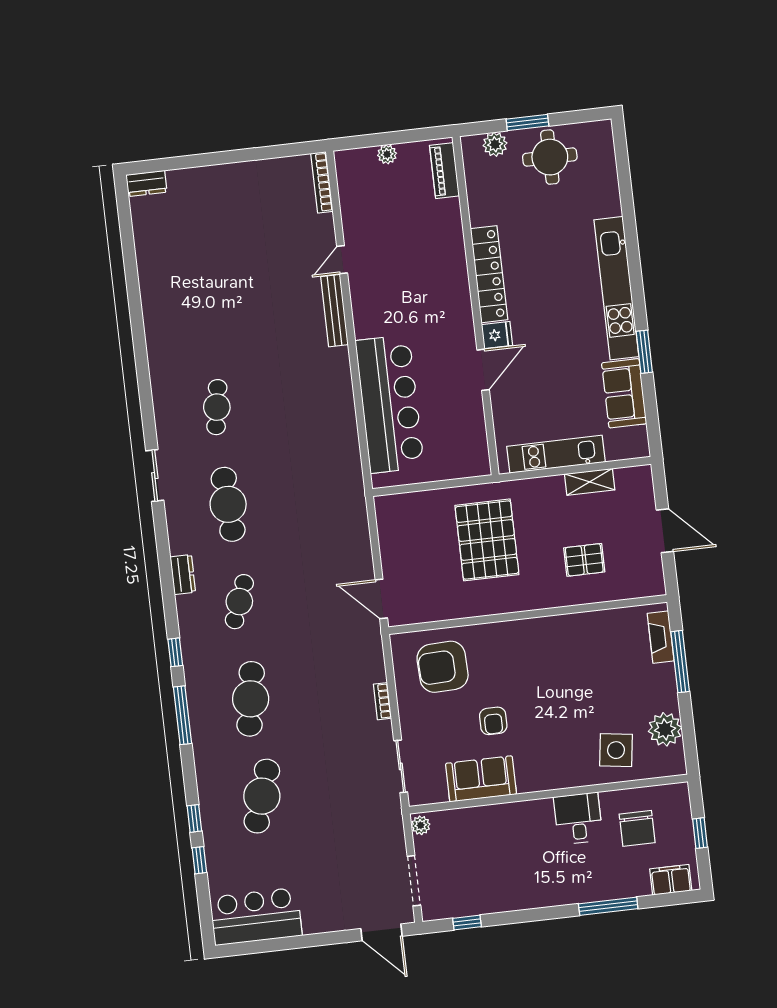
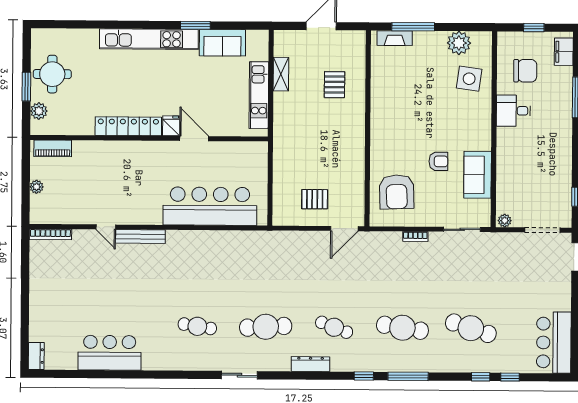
bar counter: (164, 287) -> (110, 353), added
pallet: (487, 540) -> (315, 199), moved, width x0.49, depth x0.50
dresser: (183, 574) -> (310, 364), width x1.44

